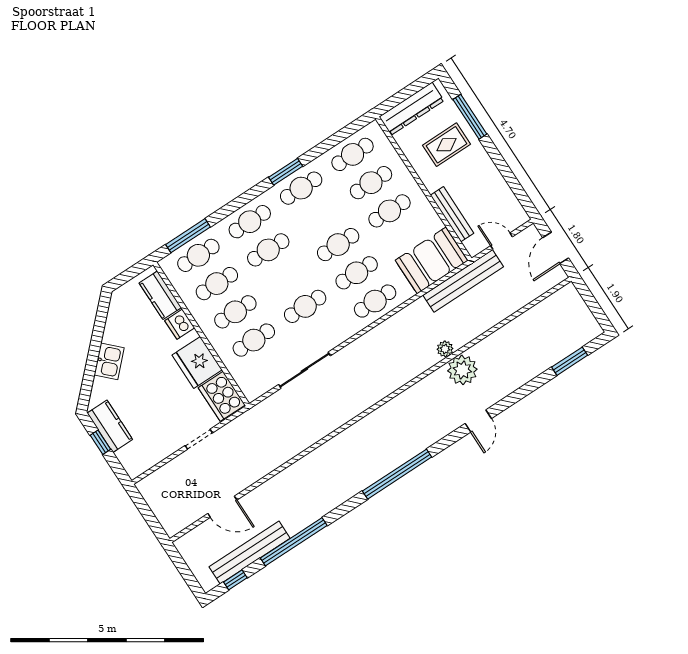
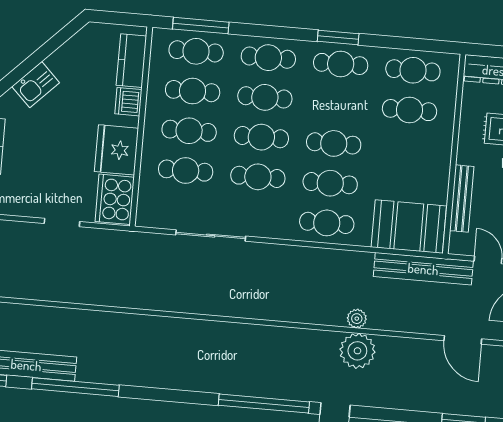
cafe table: (389, 211) -> (261, 137), moved
window: (397, 474) -> (264, 404), moved
door: (222, 507) -> (463, 340), moved

